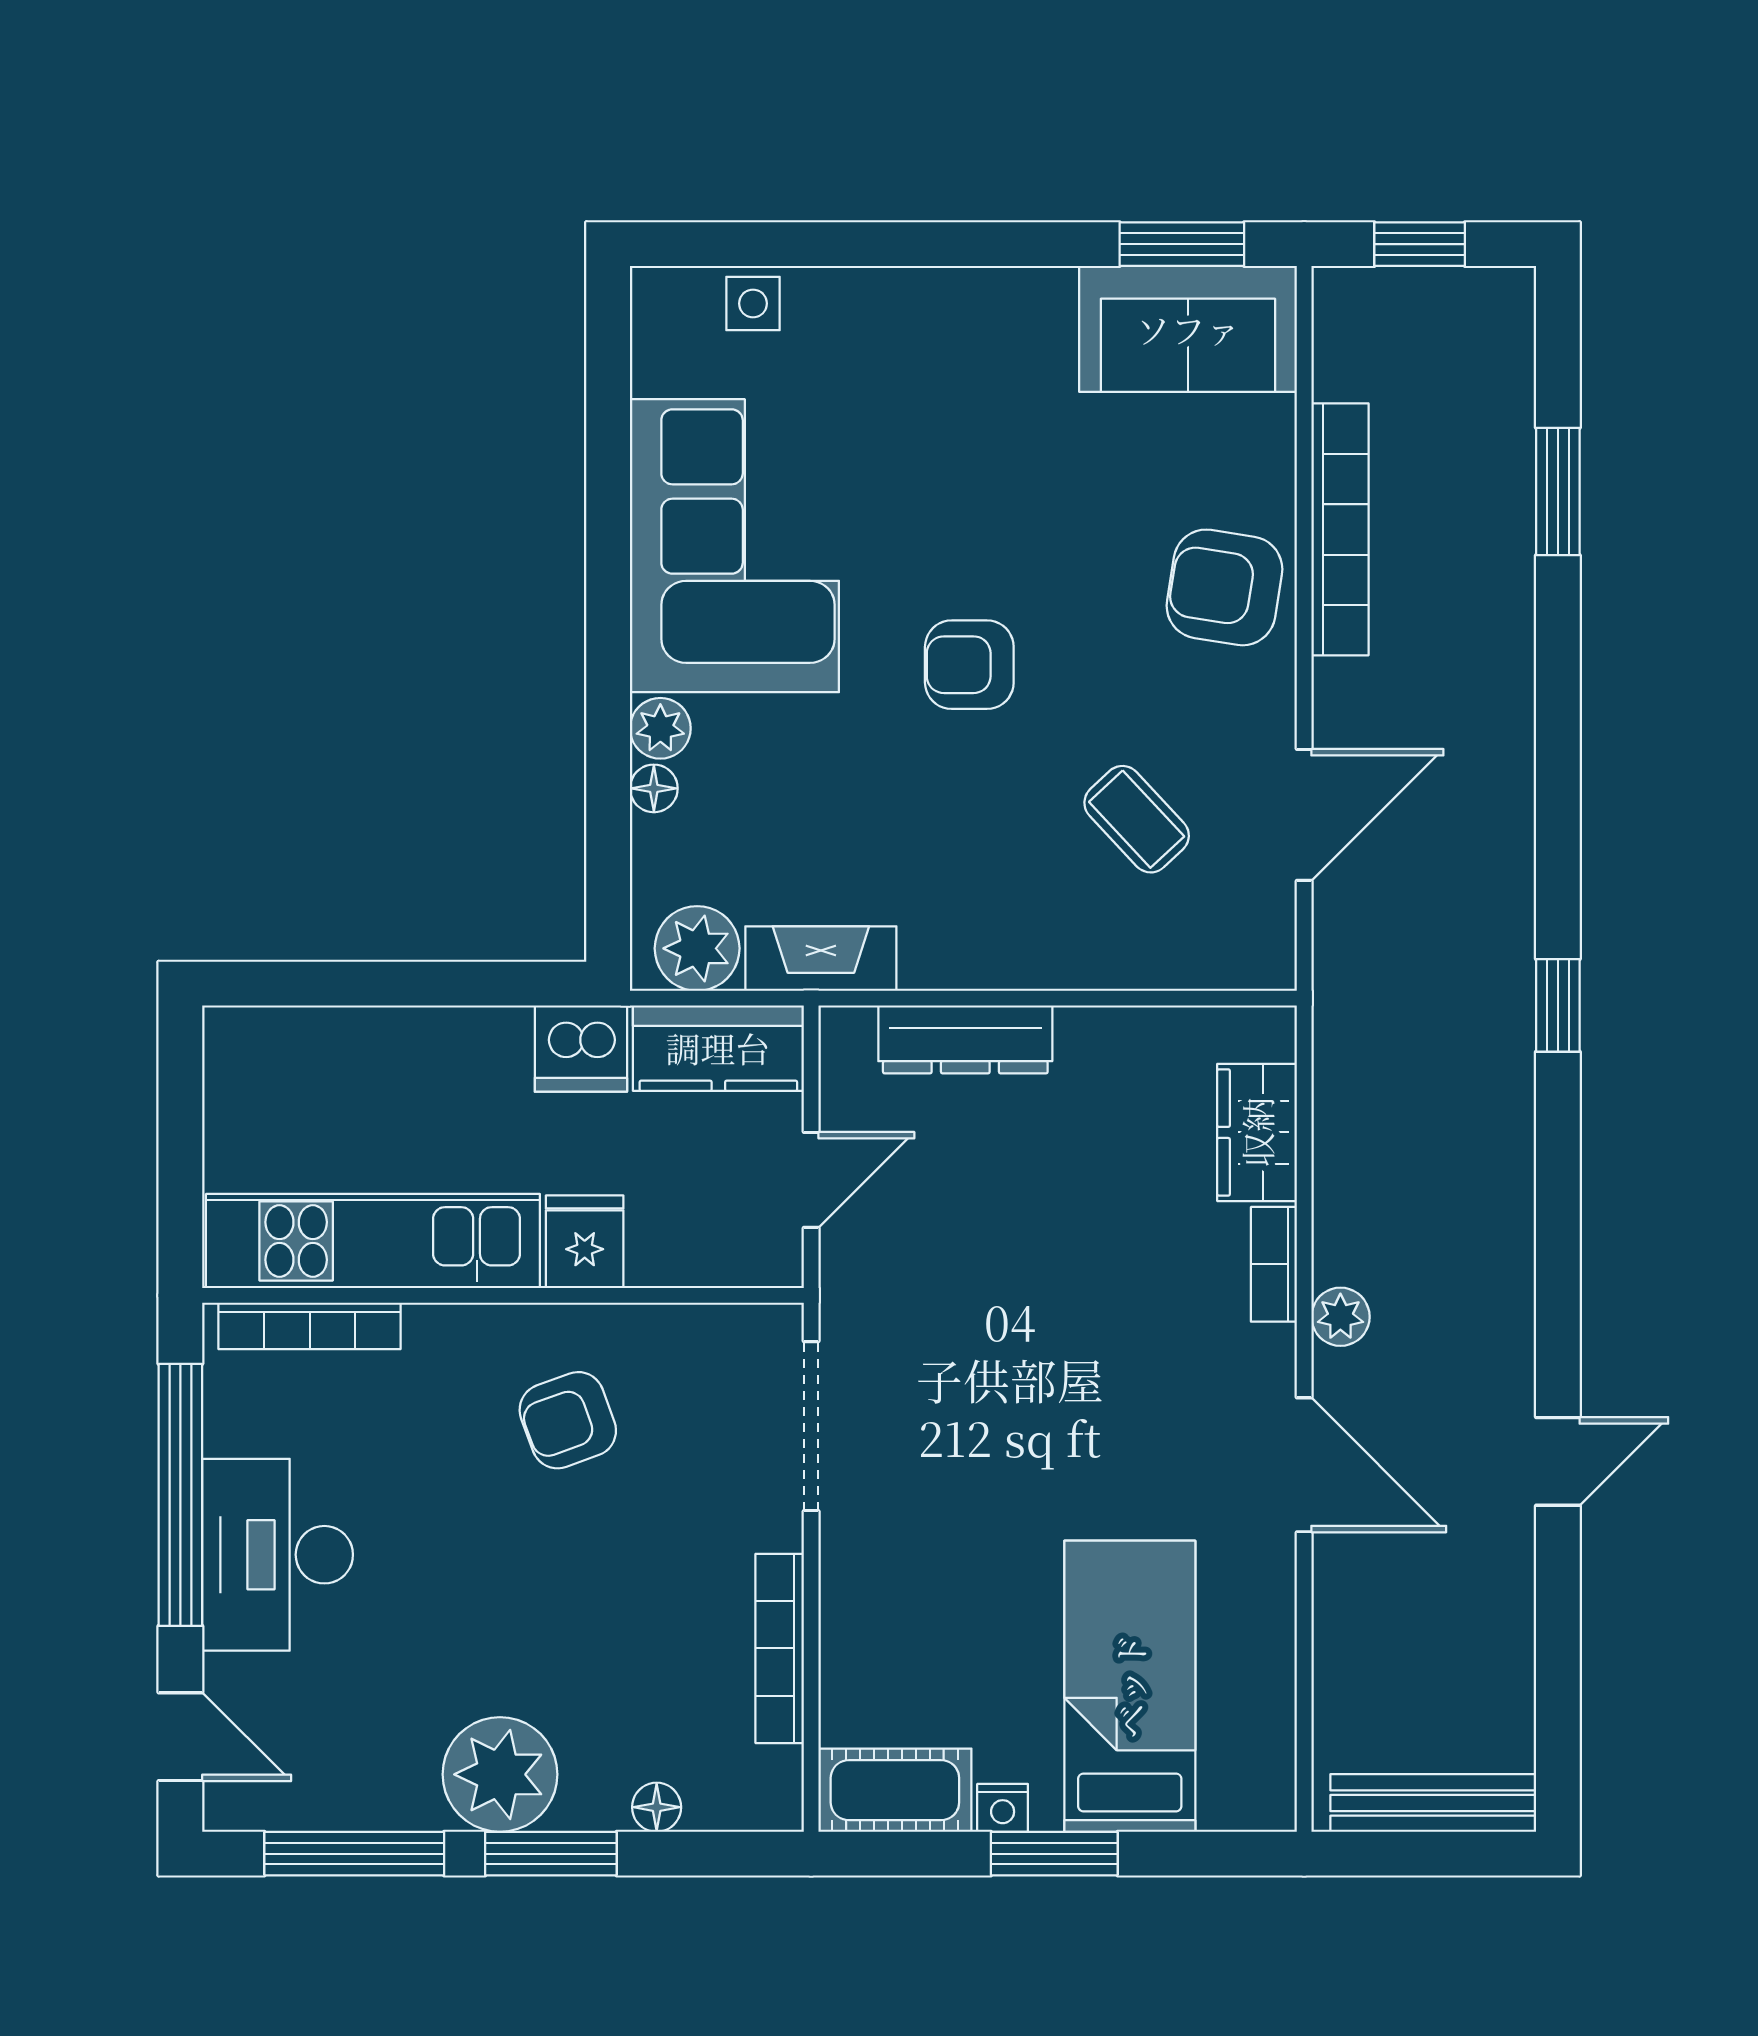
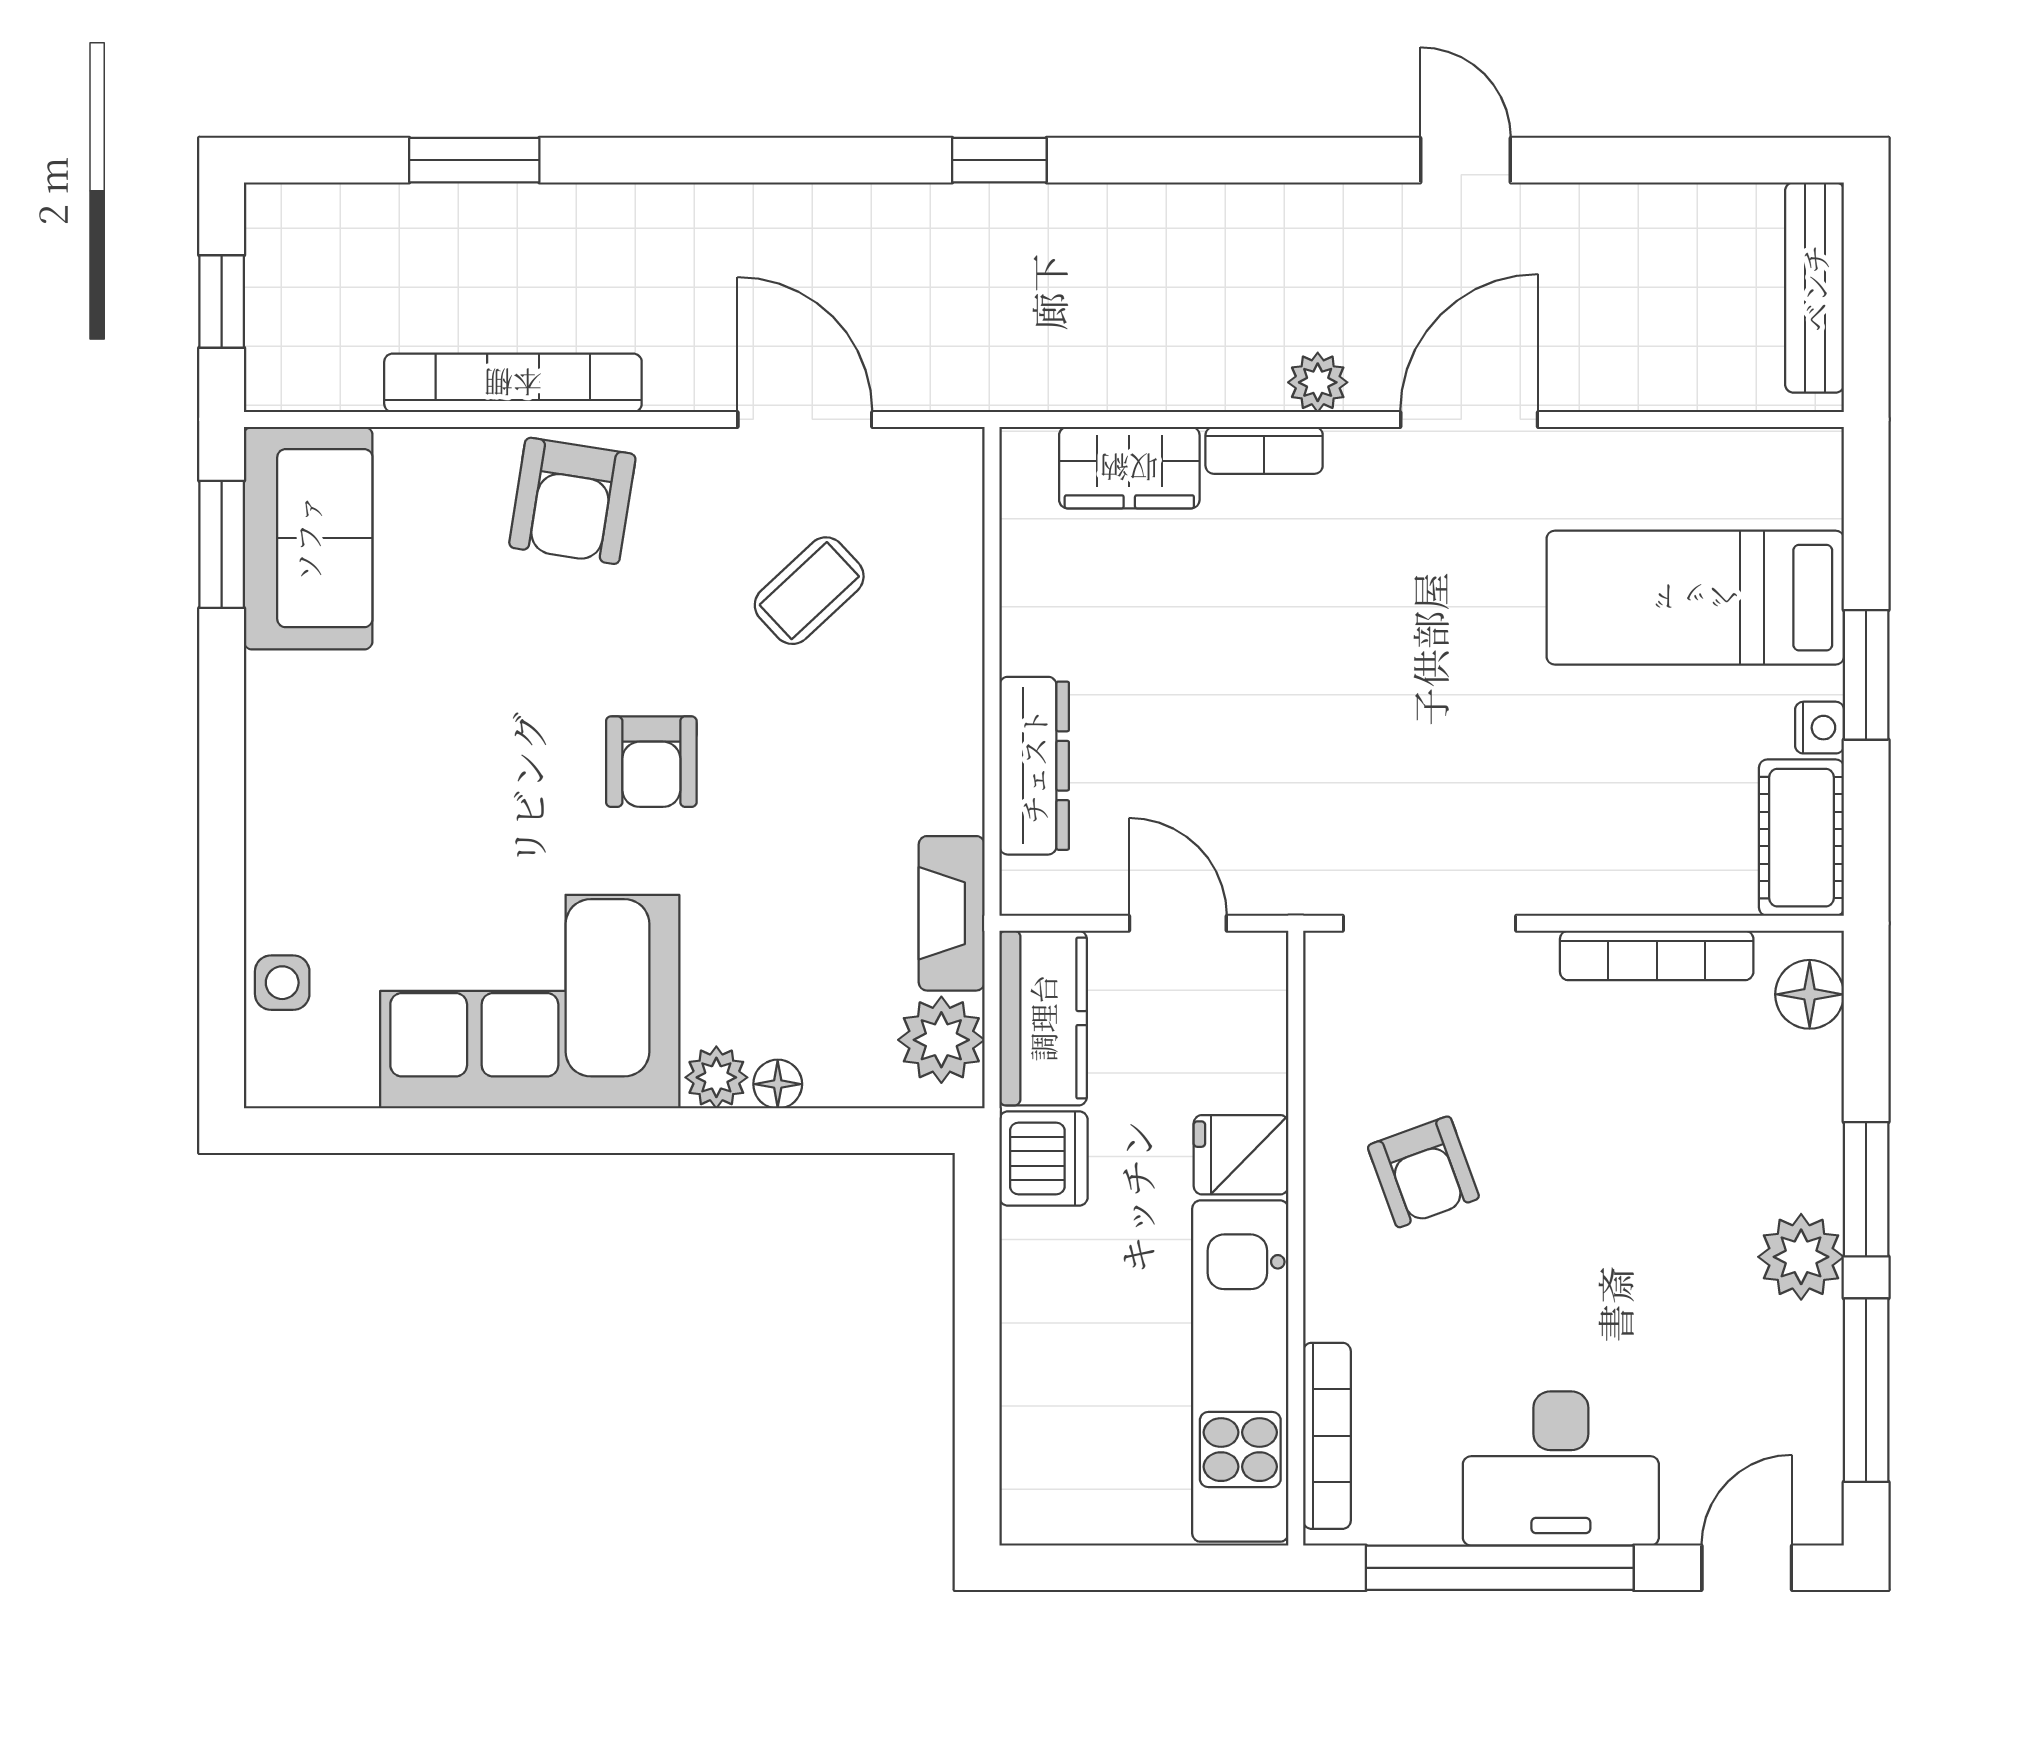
plant: (500, 1774) -> (1801, 1257), width x0.73, depth x0.73
floor lamp: (657, 1807) -> (1810, 994), moved, width x1.37, depth x1.37

